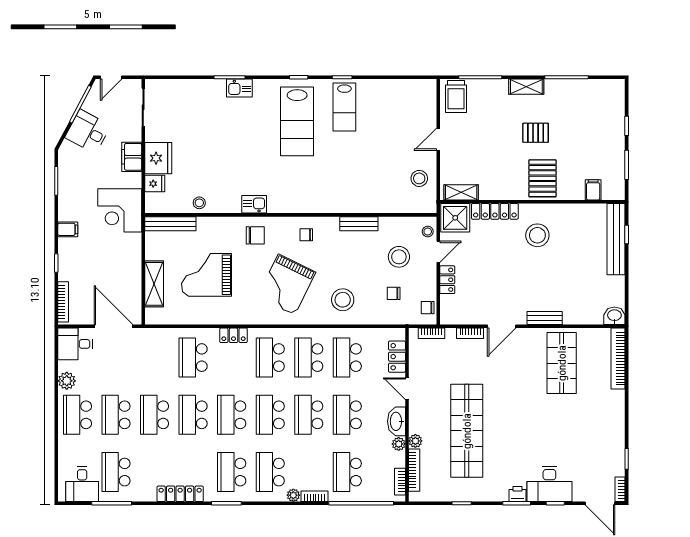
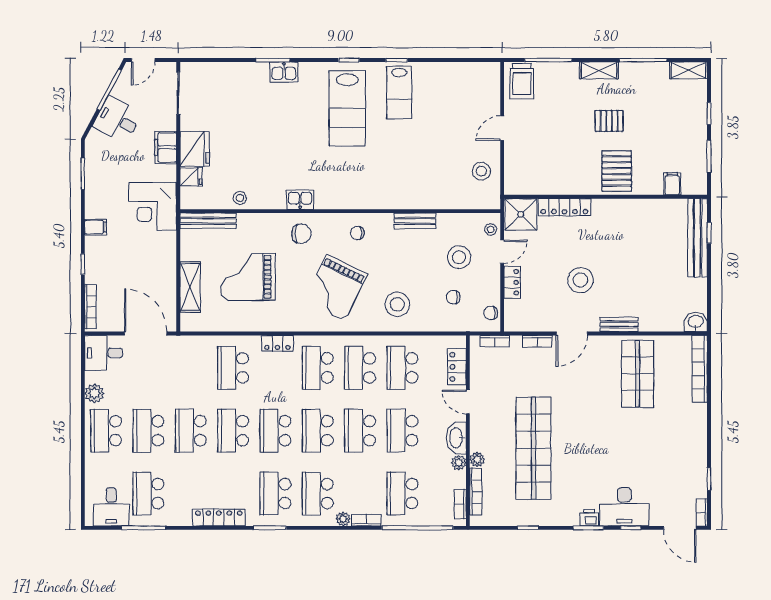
shelving: (461, 192) -> (688, 70), moved
stool: (537, 235) -> (580, 280), moved

